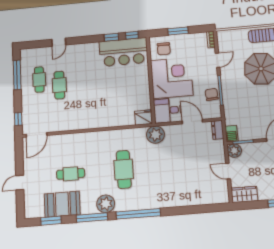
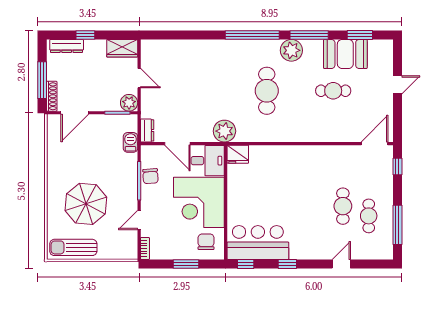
window: (111, 37) -> (287, 264), moved
barbecue: (232, 134) -> (130, 142), moved

